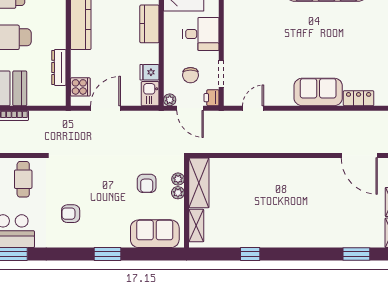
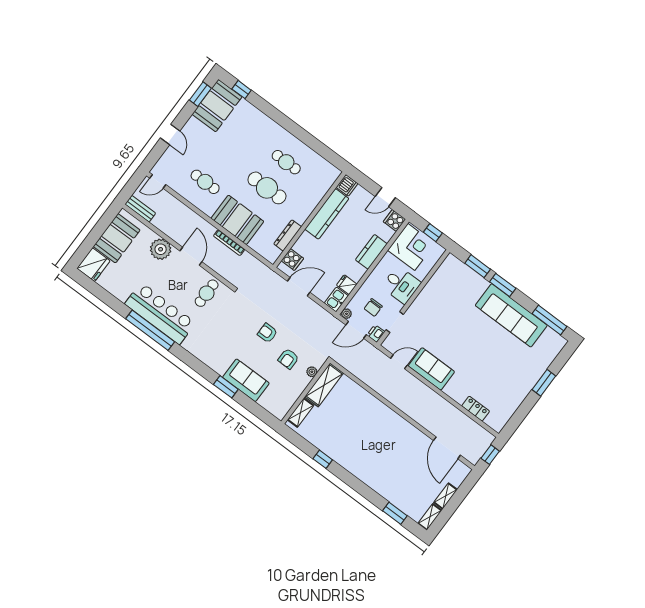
sofa: (318, 92) -> (431, 369), moved
door: (190, 108) -> (356, 330), hinge flipped
plant: (178, 193) -> (305, 381), removed
armchair: (71, 214) -> (267, 333), moved
sofa: (155, 234) -> (246, 380), moved

